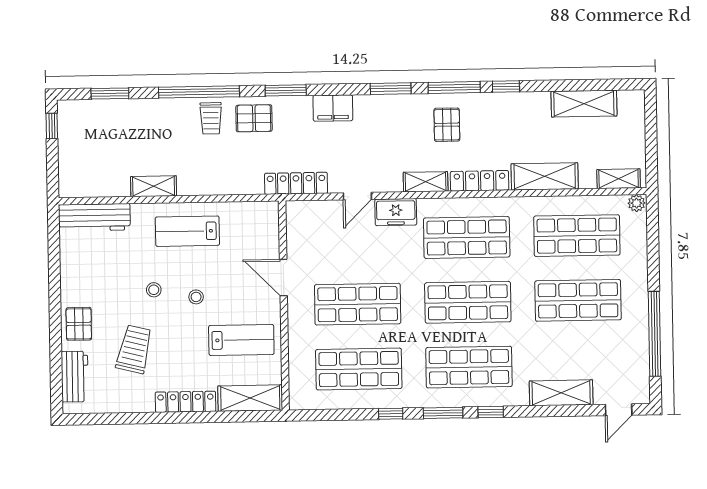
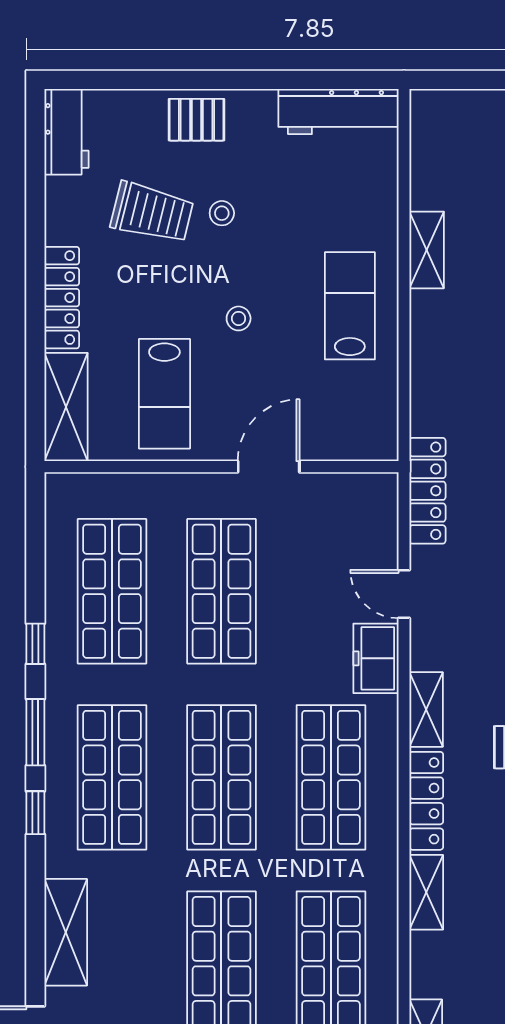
shelving: (545, 176) -> (426, 892), width x0.67, depth x0.75
workbench: (94, 217) -> (338, 112), moved, turned -90
stool: (154, 290) -> (222, 213), moved
workbench: (75, 377) -> (67, 132), moved, turned -90

